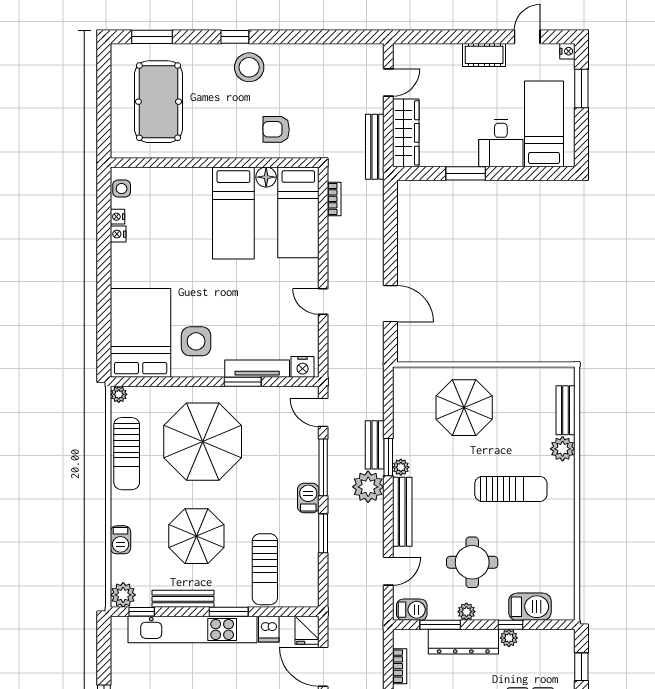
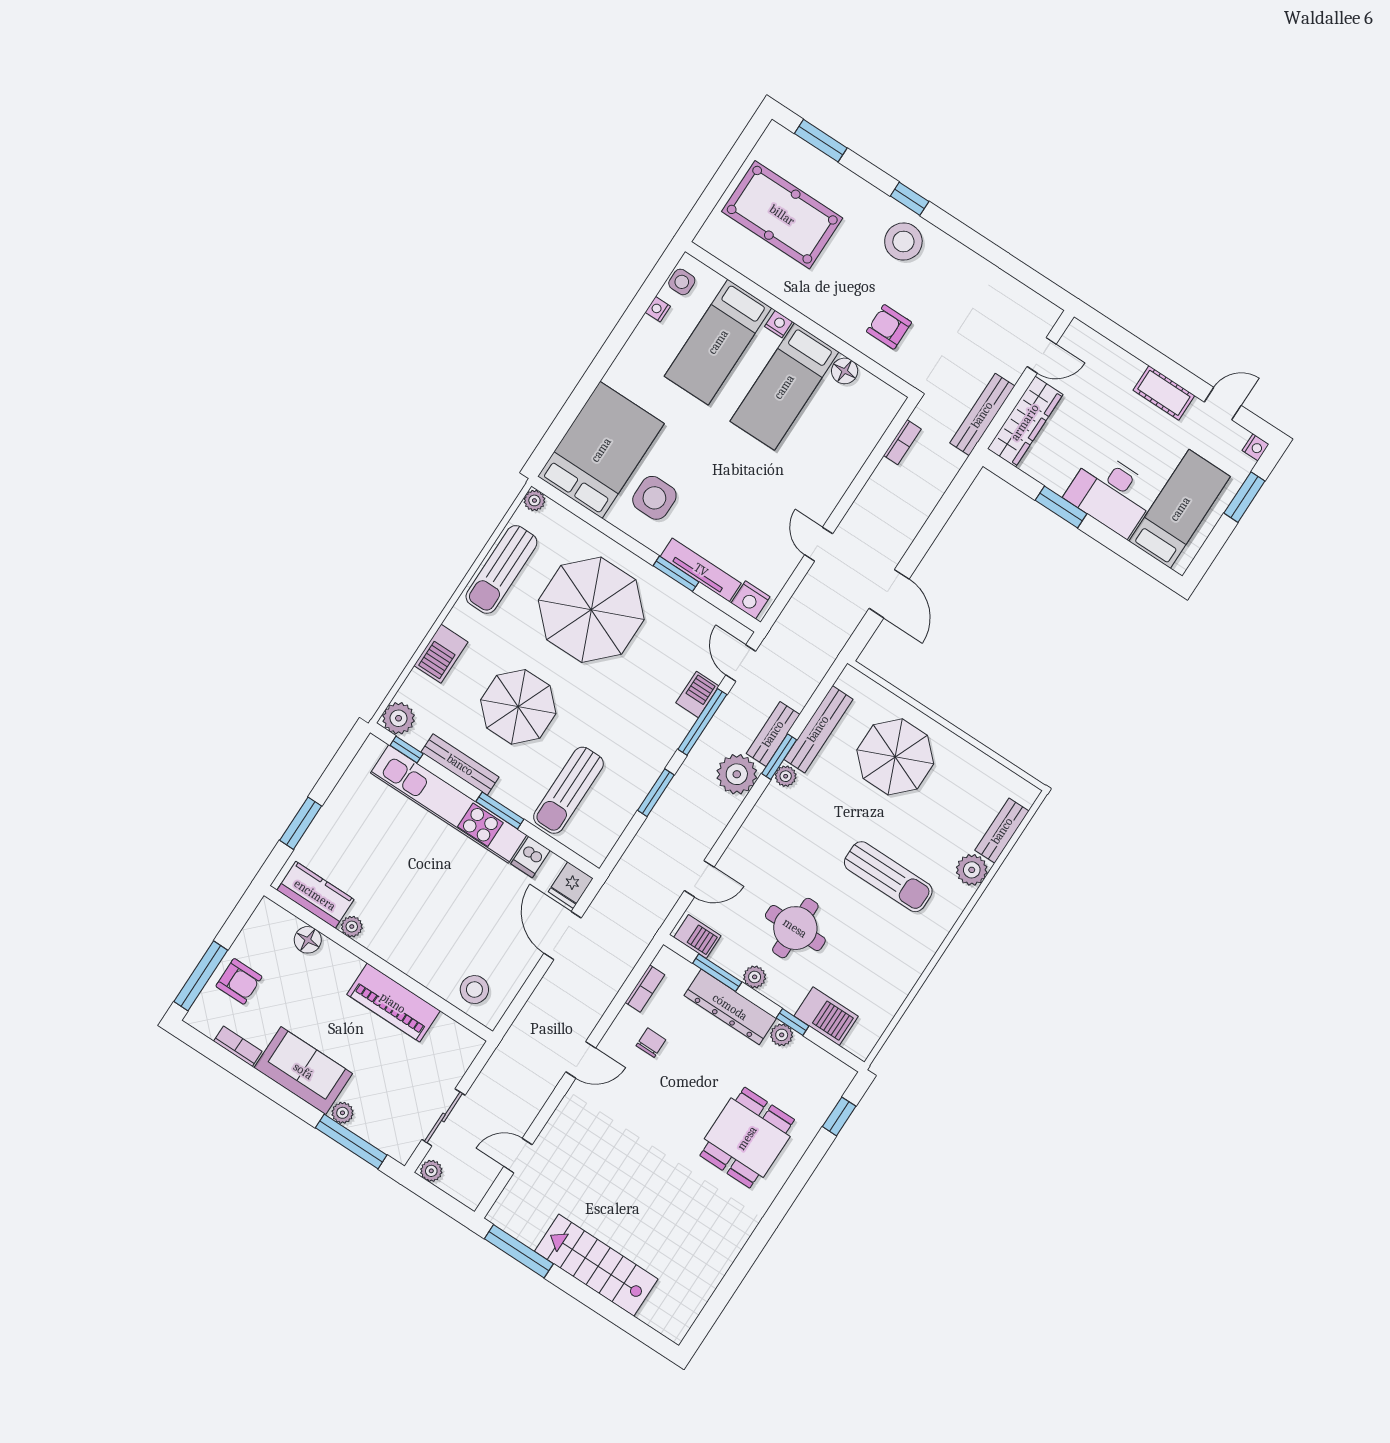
pool table: (158, 102) -> (782, 215), turned 90
desk: (501, 143) -> (1111, 493), width x1.37
bed: (298, 212) -> (718, 342), moved
nightstand: (118, 234) -> (779, 324), moved, turned 90
barbecue: (308, 498) -> (697, 694), moved
bench: (402, 512) -> (818, 729), moved
barbecue: (121, 540) -> (441, 654), width x1.38, depth x1.27

